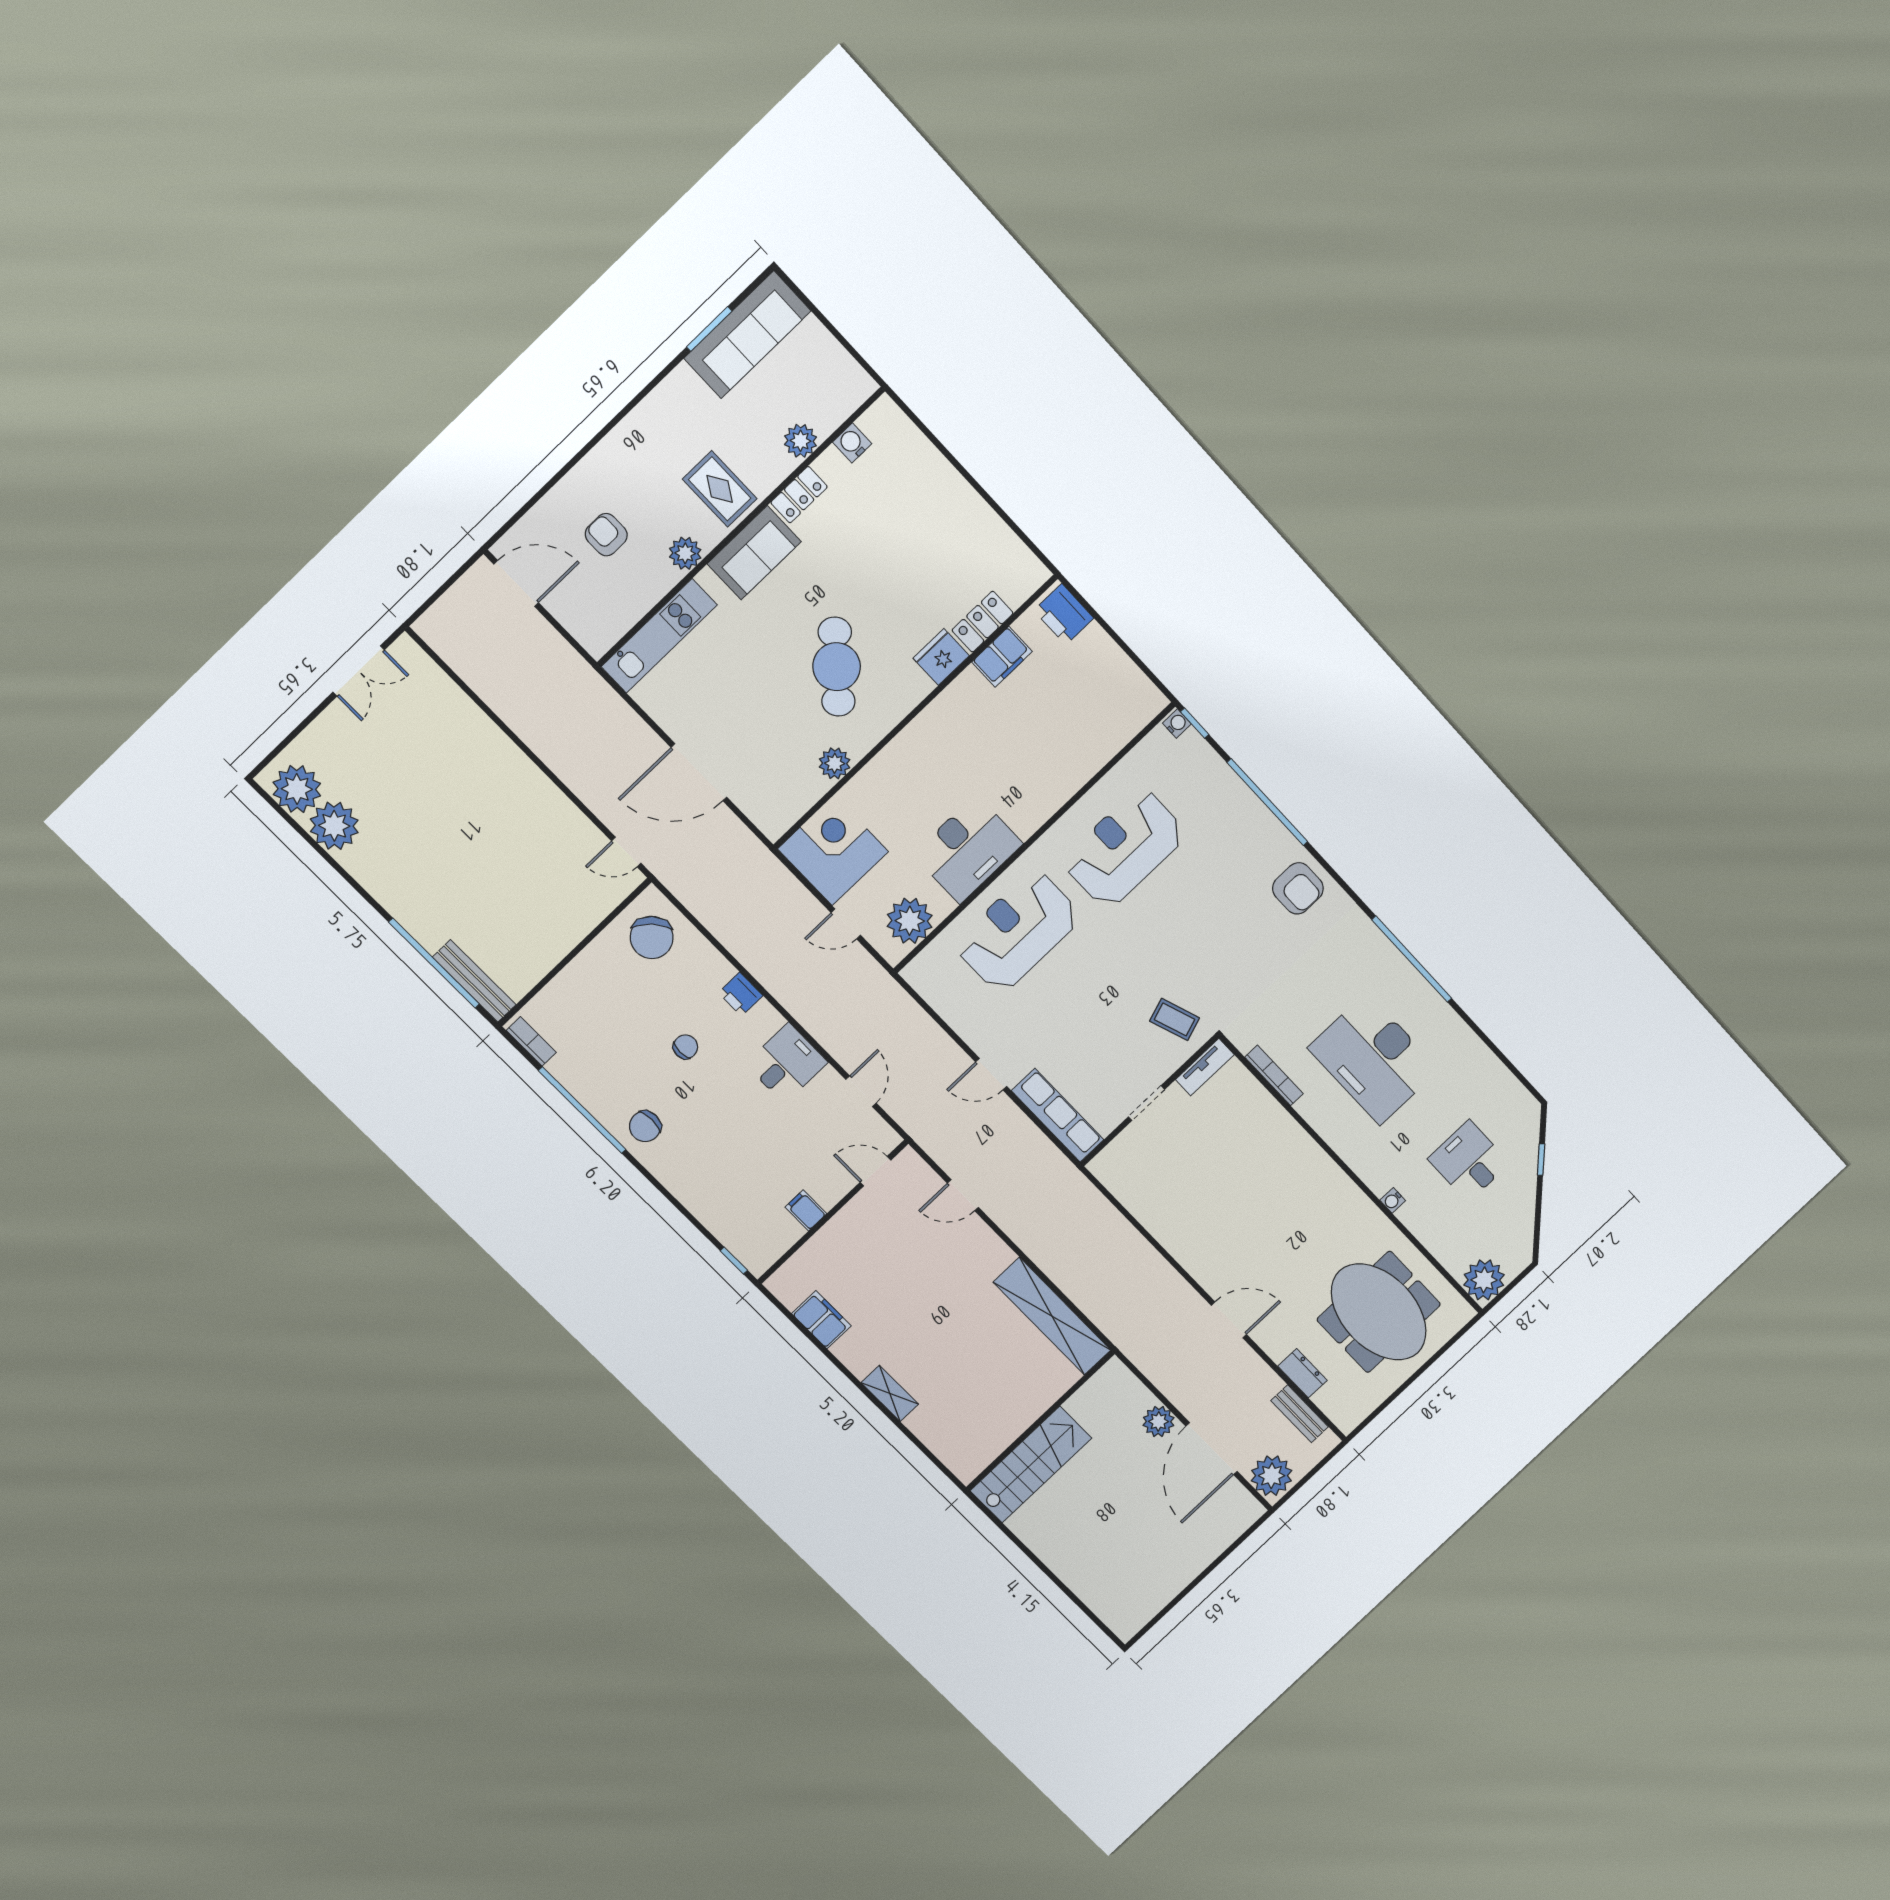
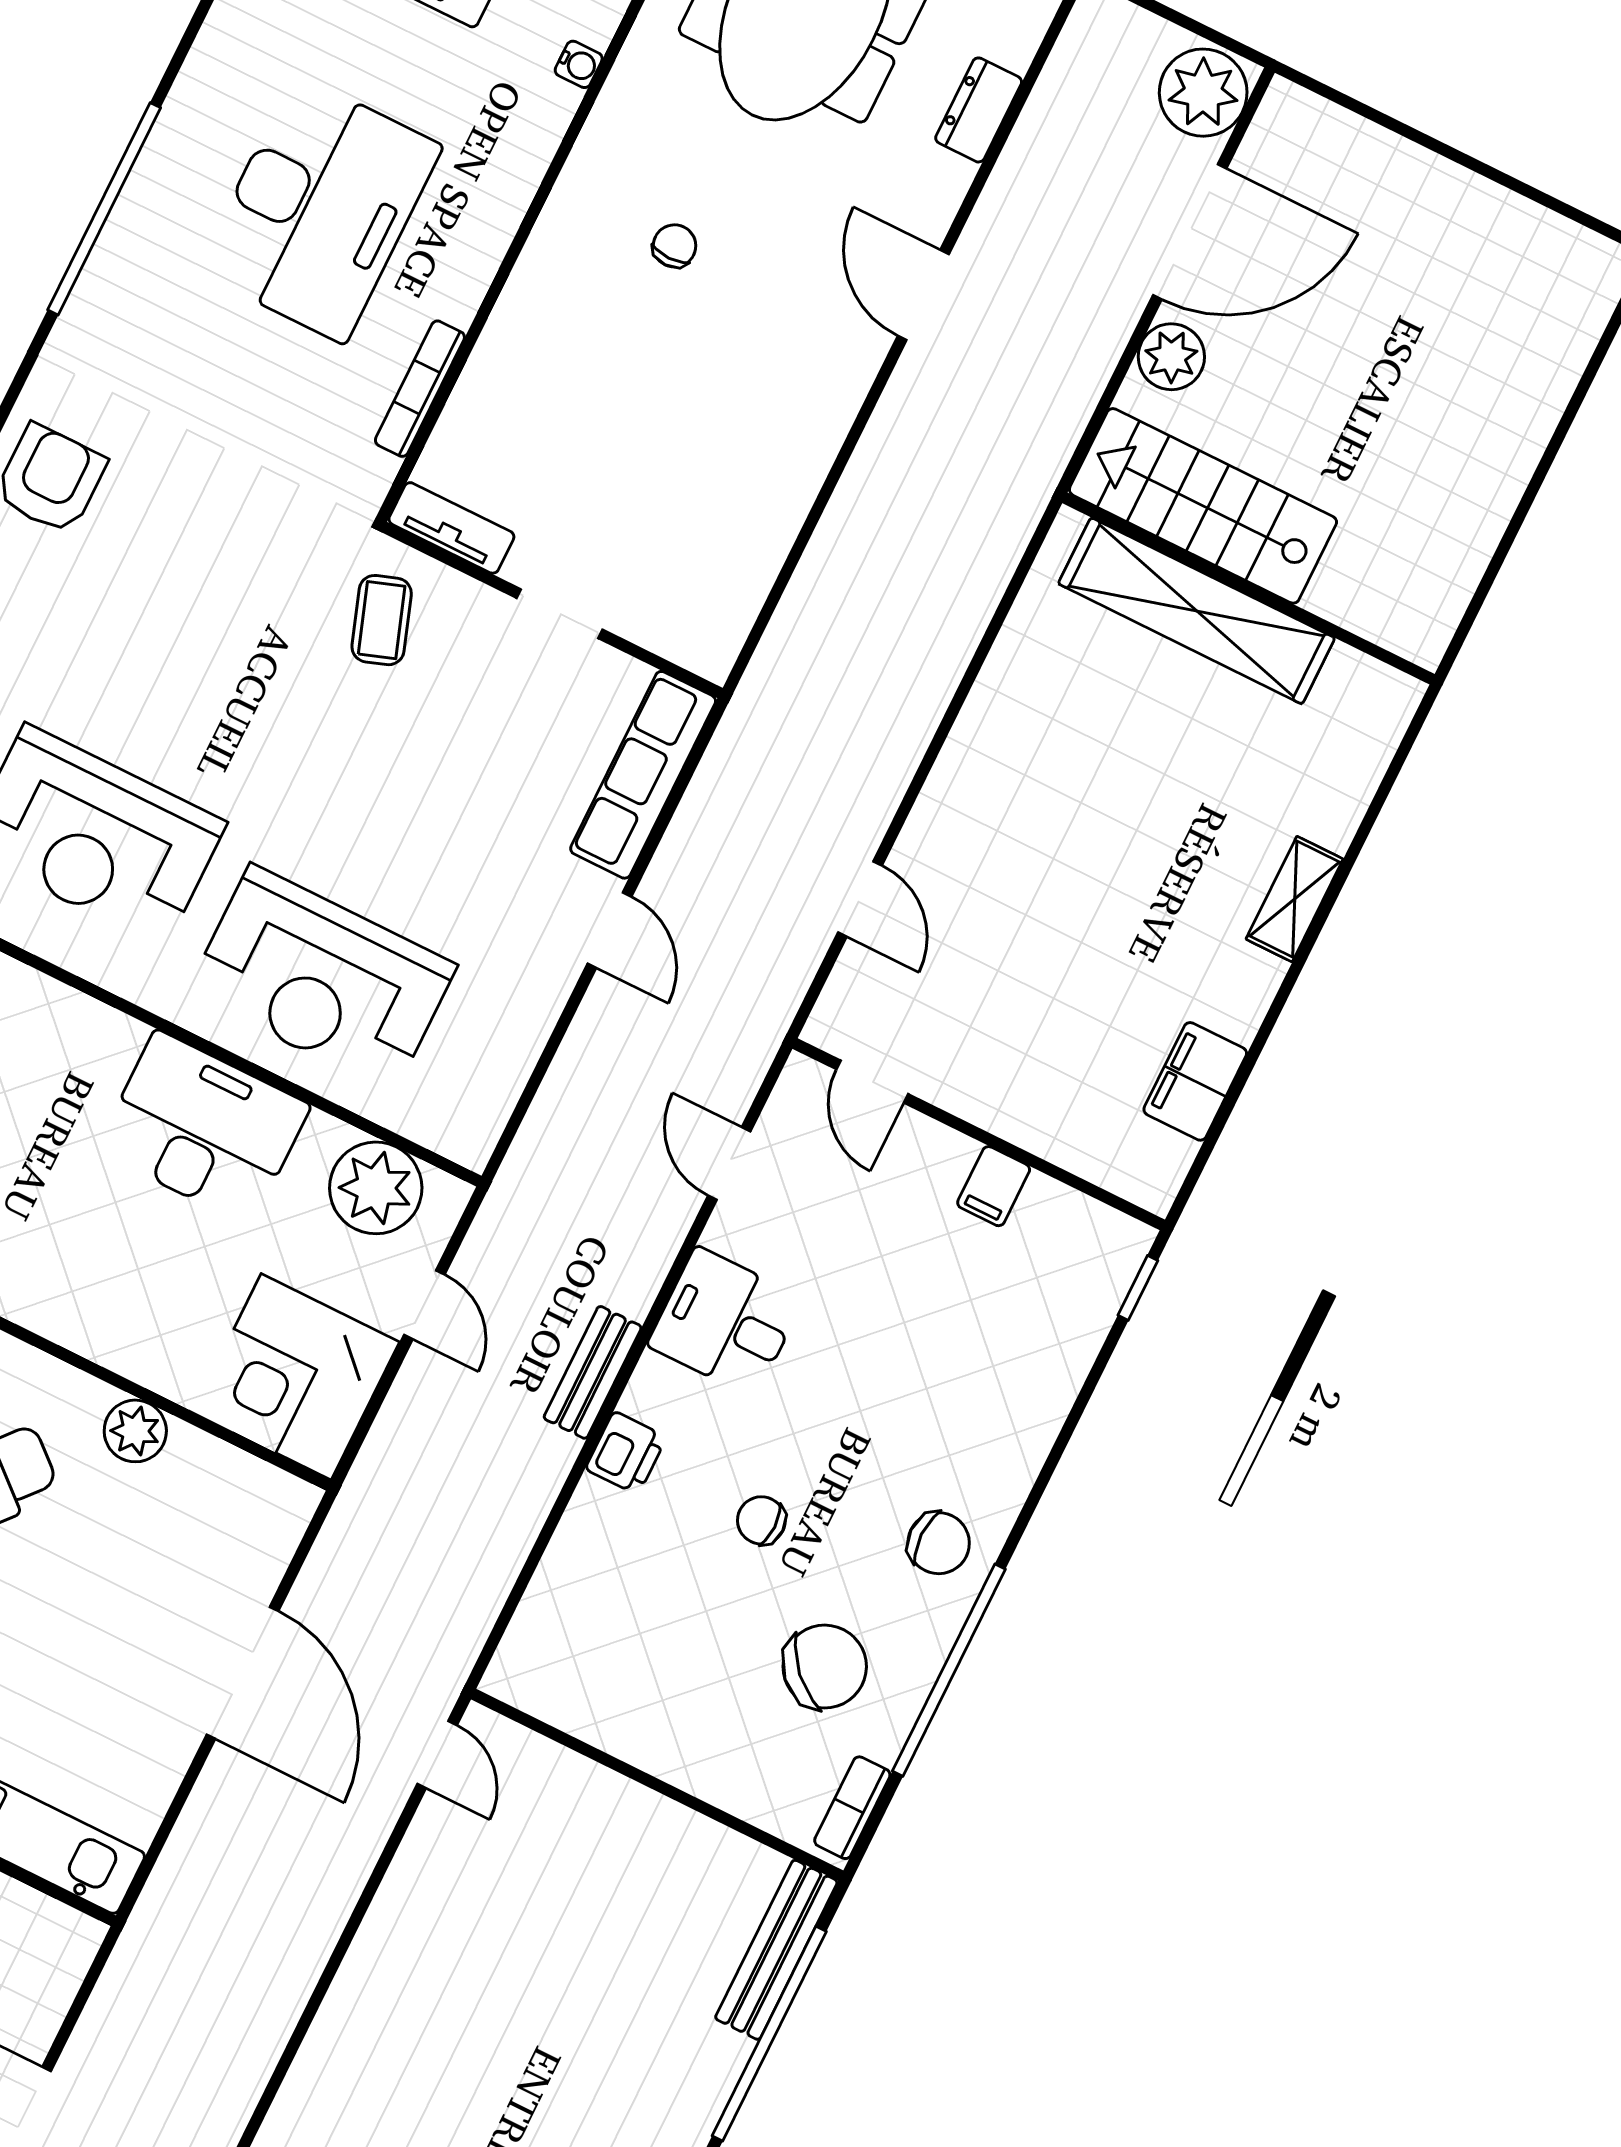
chair: (652, 937) -> (825, 1667), moved
door: (861, 1091) -> (729, 1164), hinge flipped
chair: (1294, 1215) -> (675, 246), added
shelving: (1052, 1316) -> (1197, 611), moved, turned 90
bench: (1300, 1414) -> (593, 1372), moved
stairs: (1031, 1464) -> (1203, 506), moved

